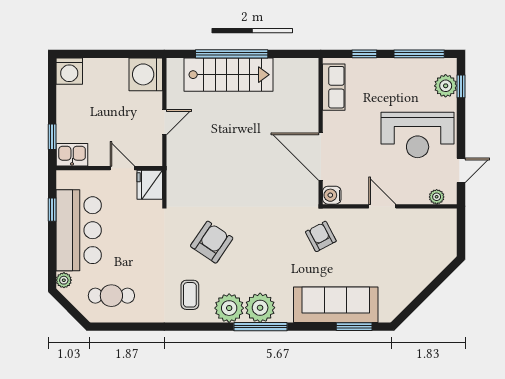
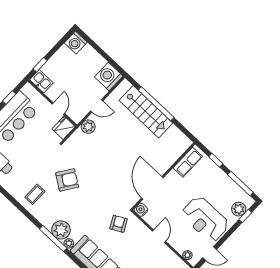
plant: (177, 156) -> (88, 127), added
plant: (229, 308) -> (69, 243), moved, width x0.53, depth x0.53

